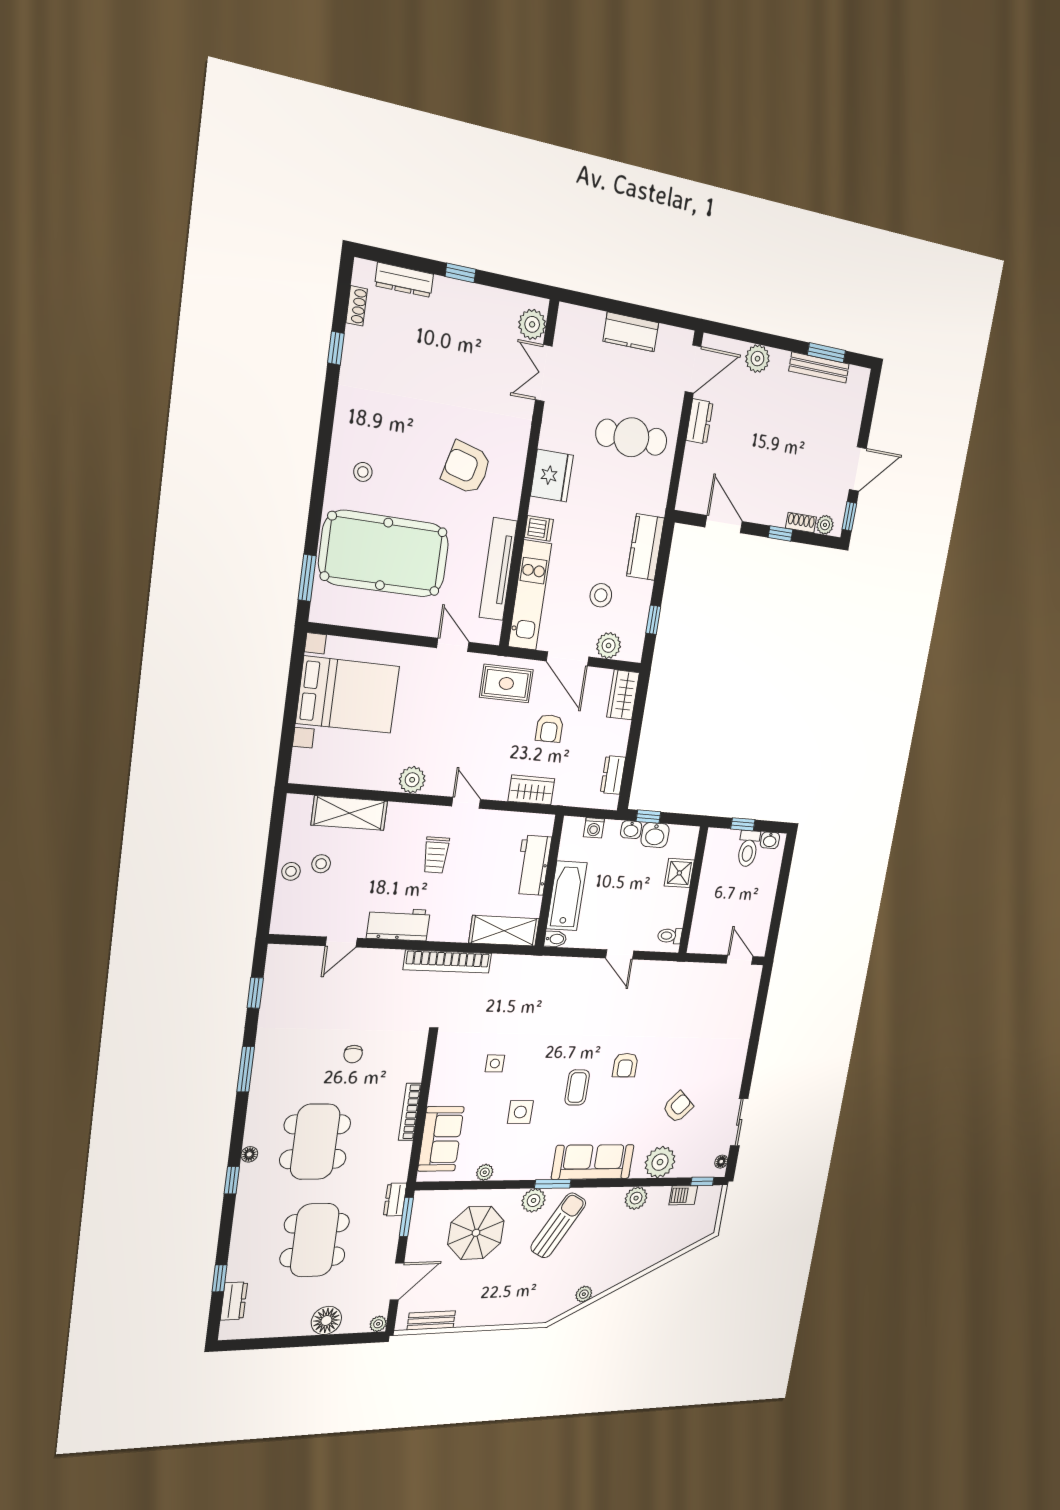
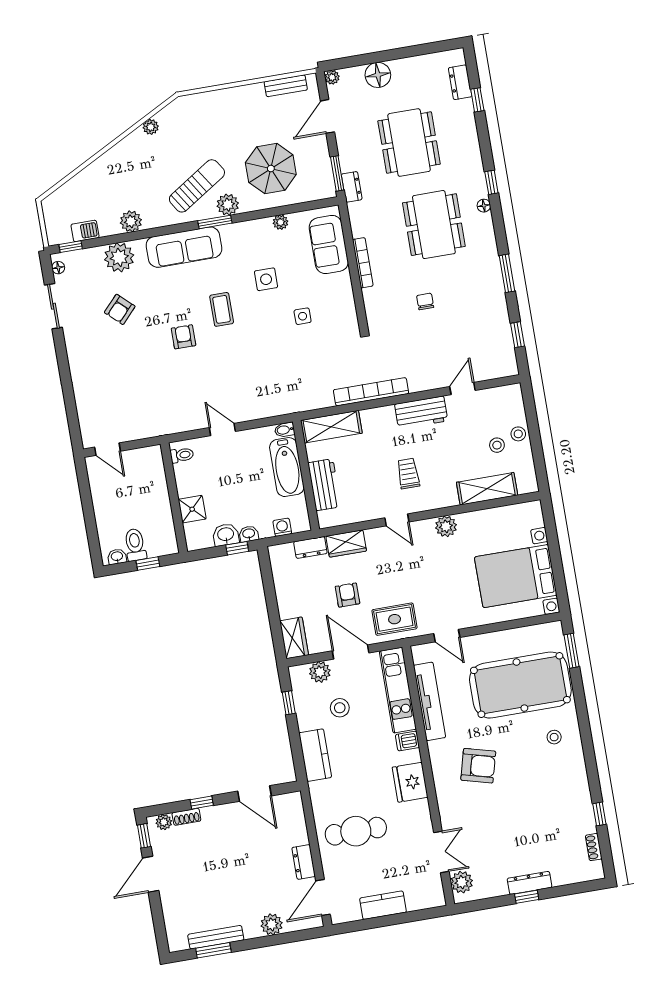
dresser: (404, 280) -> (530, 883), moved
dresser: (613, 775) -> (310, 548), moved, turned 90
sun lounger: (558, 1225) -> (197, 186), turned -153

